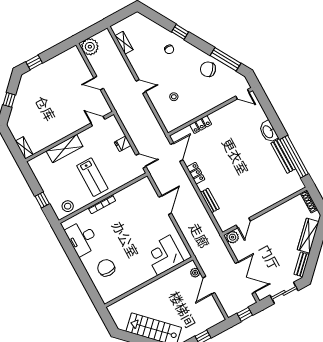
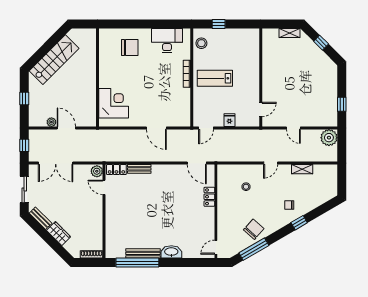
shelving: (124, 43) -> (302, 169), moved
window: (34, 62) -> (342, 104), moved
door: (99, 83) -> (293, 128), swing flipped
shelving: (24, 148) -> (290, 33), moved
shelving: (65, 149) -> (253, 68), removed
locker: (196, 173) -> (116, 170), moved
wardrobe: (308, 236) -> (59, 234), width x0.67
plant: (195, 273) -> (51, 122), moved

